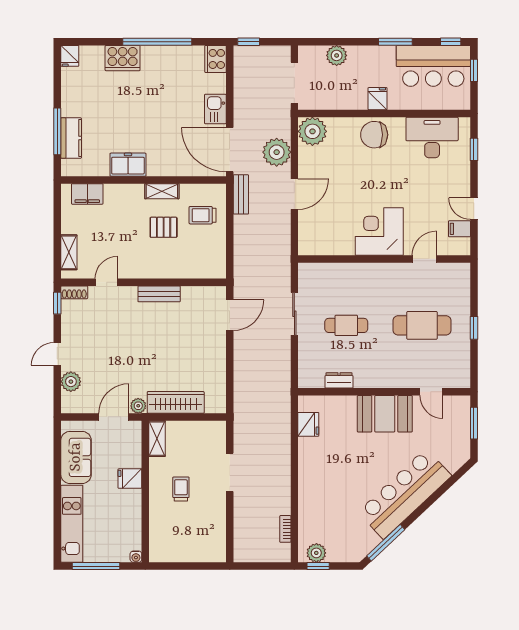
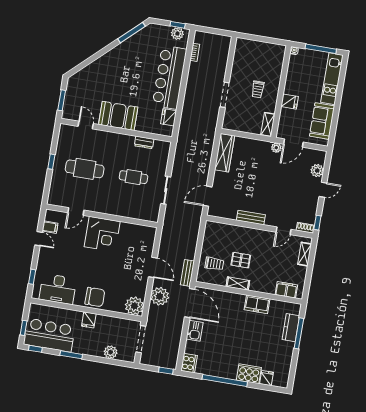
fridge: (70, 56) -> (267, 378), moved
door: (294, 194) -> (153, 267), swing flipped
wardrobe: (176, 402) -> (224, 153), moved, turned -90
bar counter: (405, 494) -> (170, 77), moved, turned 133

